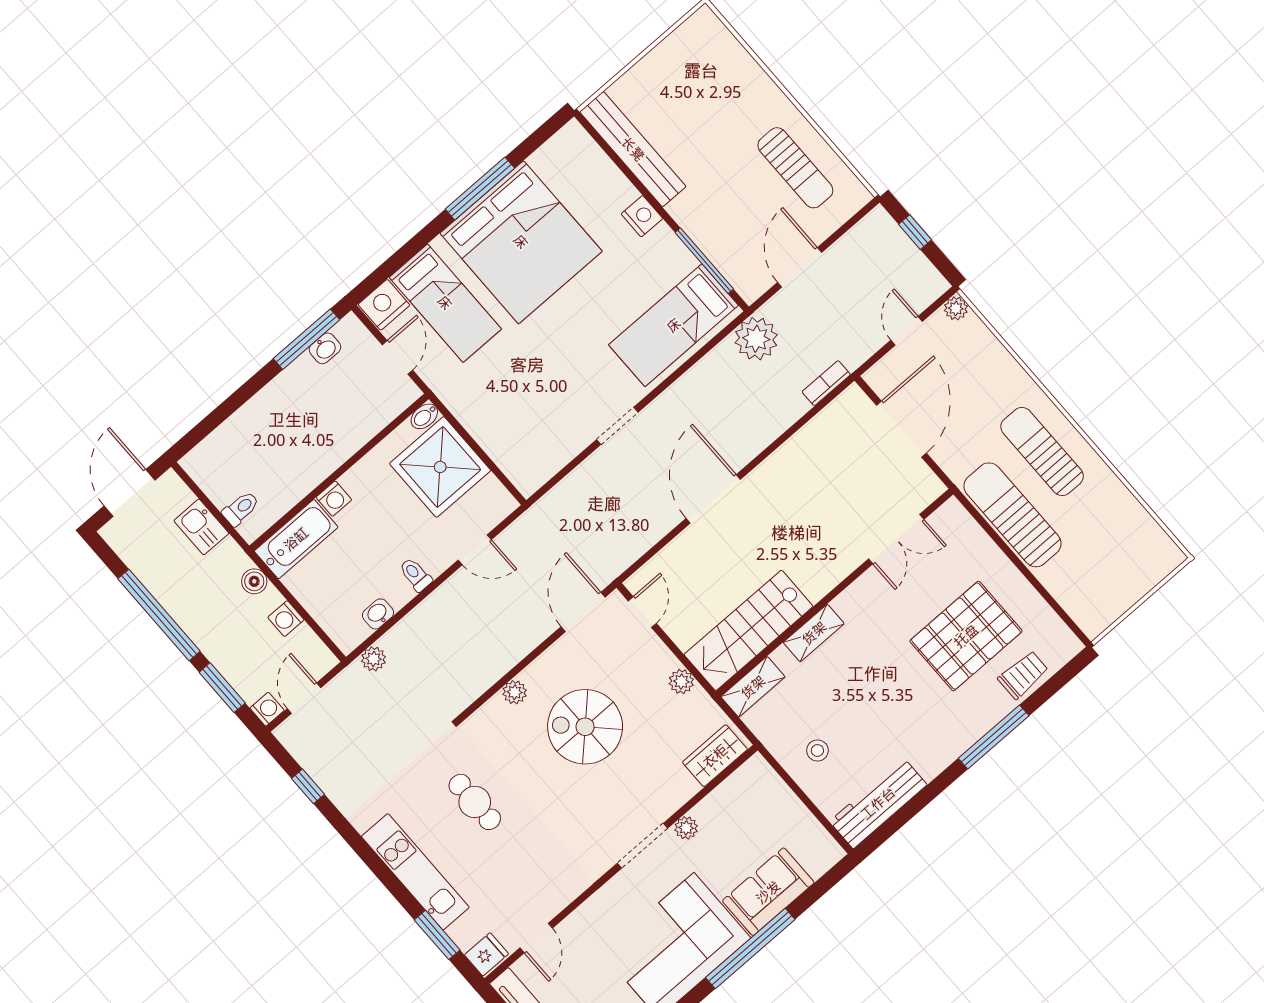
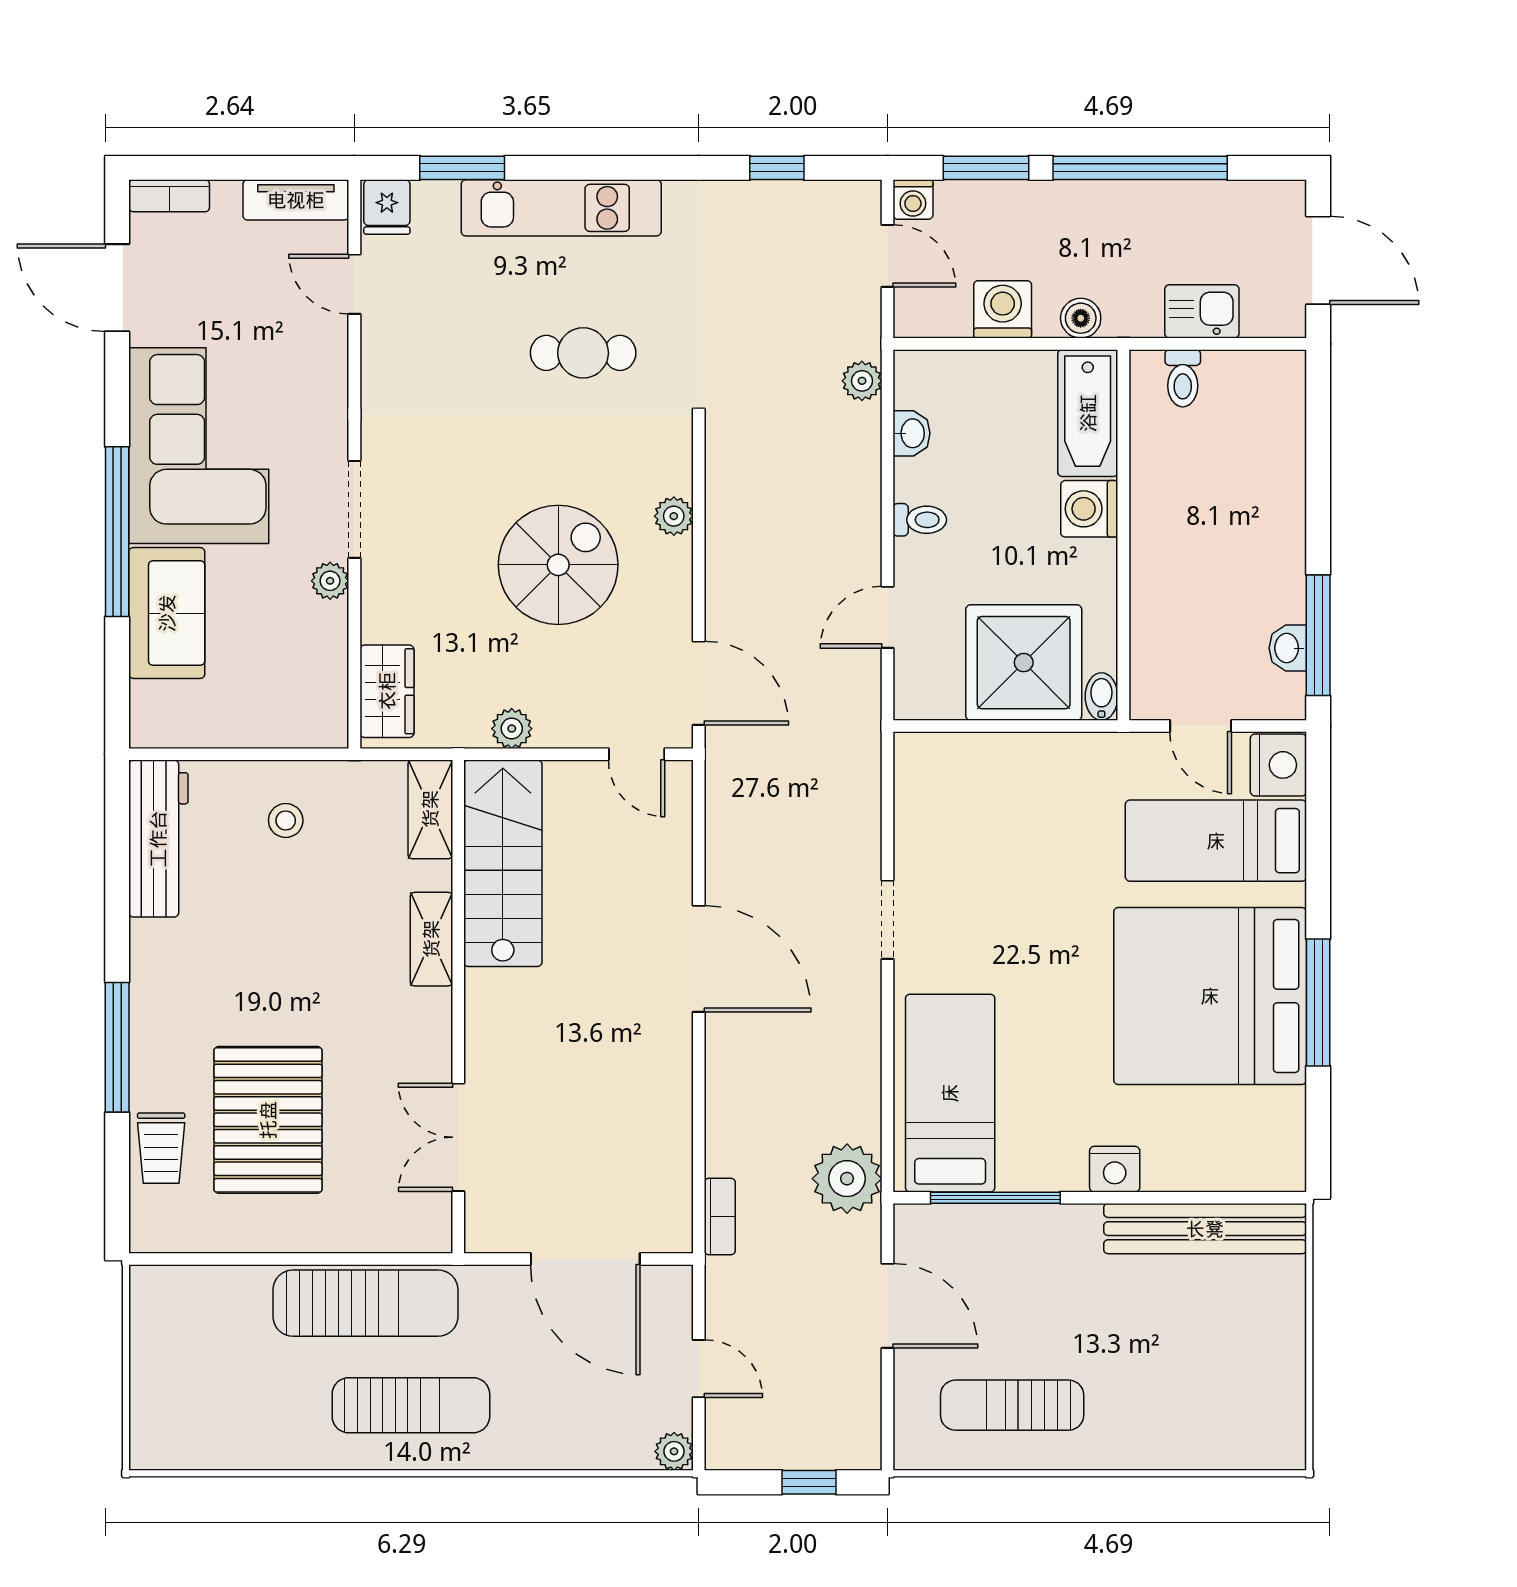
washing machine: (334, 499) -> (1089, 509), width x1.38, depth x1.38
washing machine: (286, 619) -> (1003, 309), width x1.38, depth x1.38

